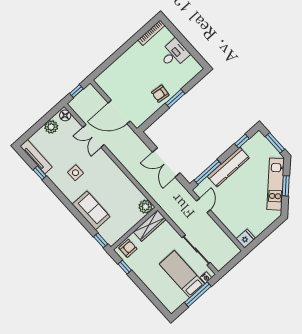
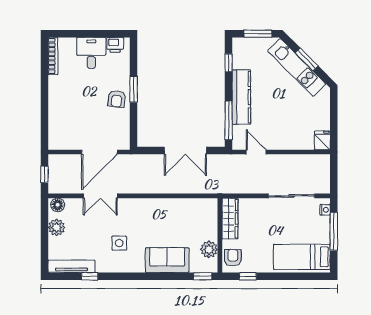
printer: (192, 64) -> (115, 45), added
plant: (146, 207) -> (209, 249), moved
bed: (182, 274) -> (302, 257), moved

